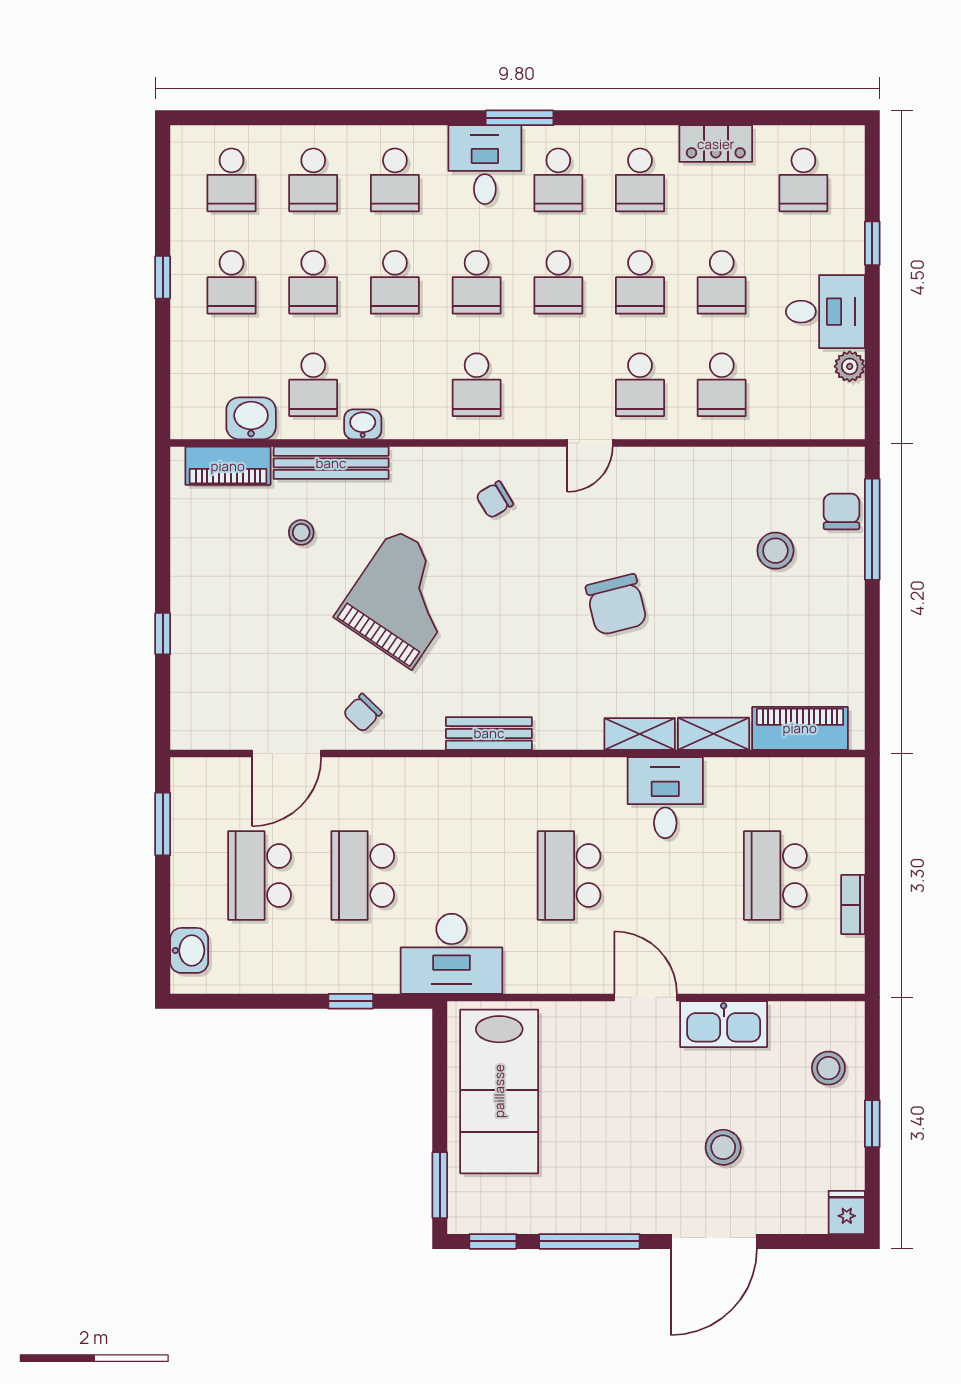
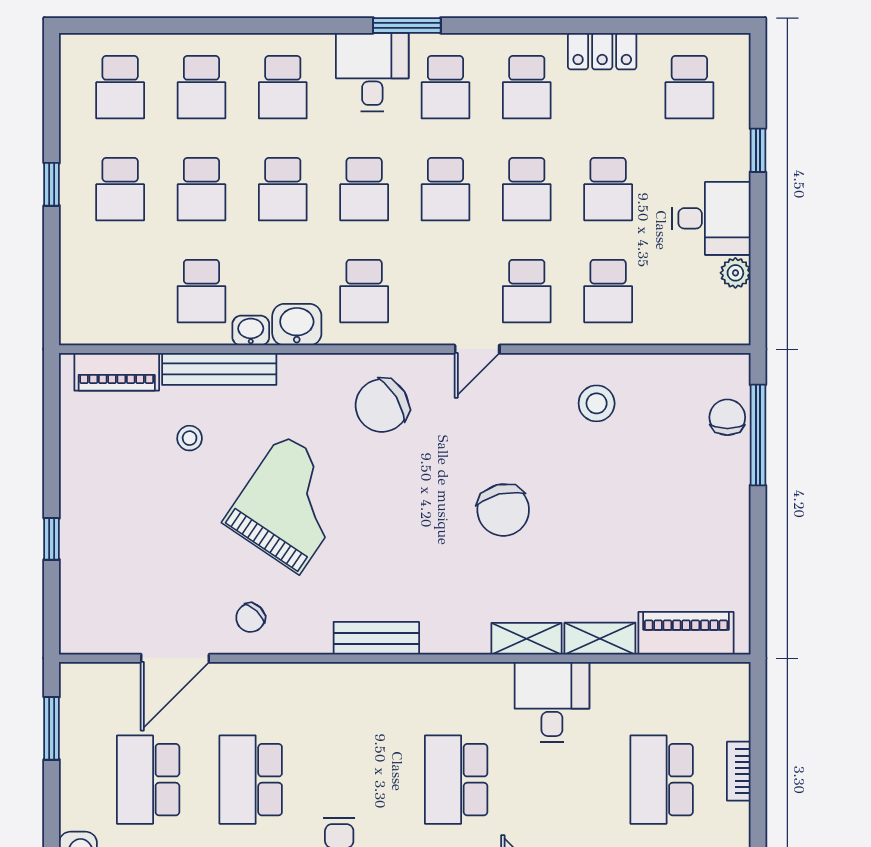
washbasin: (251, 418) -> (297, 325), moved
chair: (495, 500) -> (382, 406), width x1.87, depth x1.87
stool: (775, 551) -> (597, 403), moved
bookcase: (853, 905) -> (739, 771), moved

